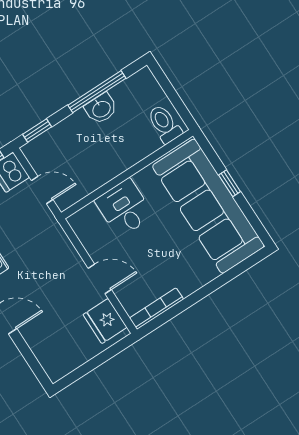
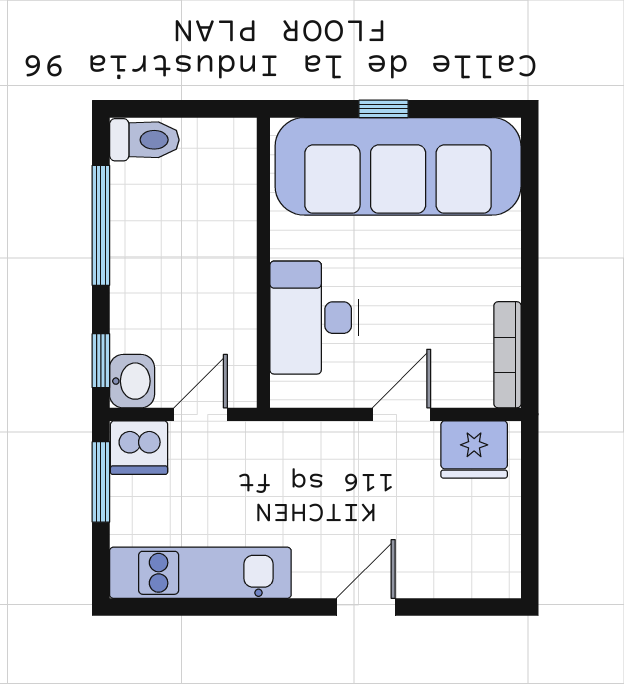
washbasin: (101, 109) -> (132, 381), moved
toilet: (164, 124) -> (144, 140), moved, turned 180
desk: (124, 208) -> (314, 318), width x1.37

